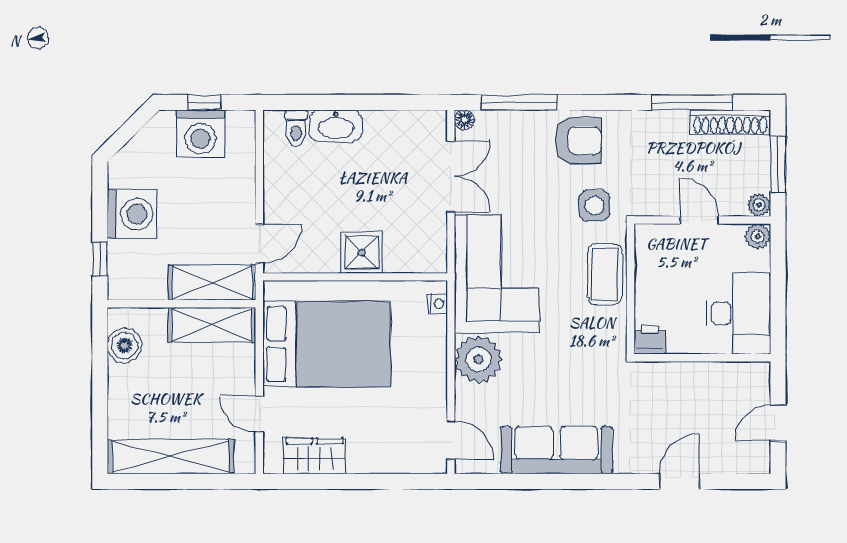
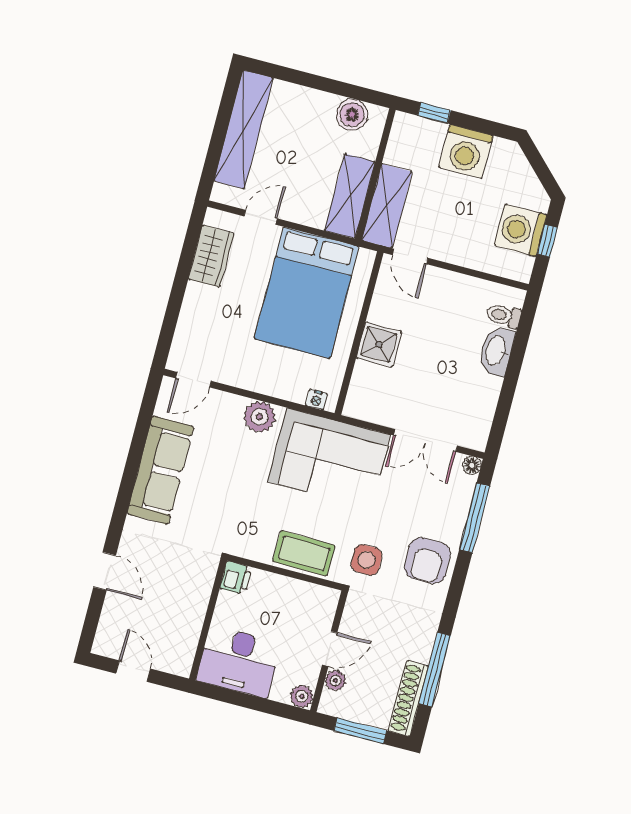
plant: (759, 205) -> (335, 680), moved
plant: (478, 359) -> (260, 417), width x0.73, depth x0.73

